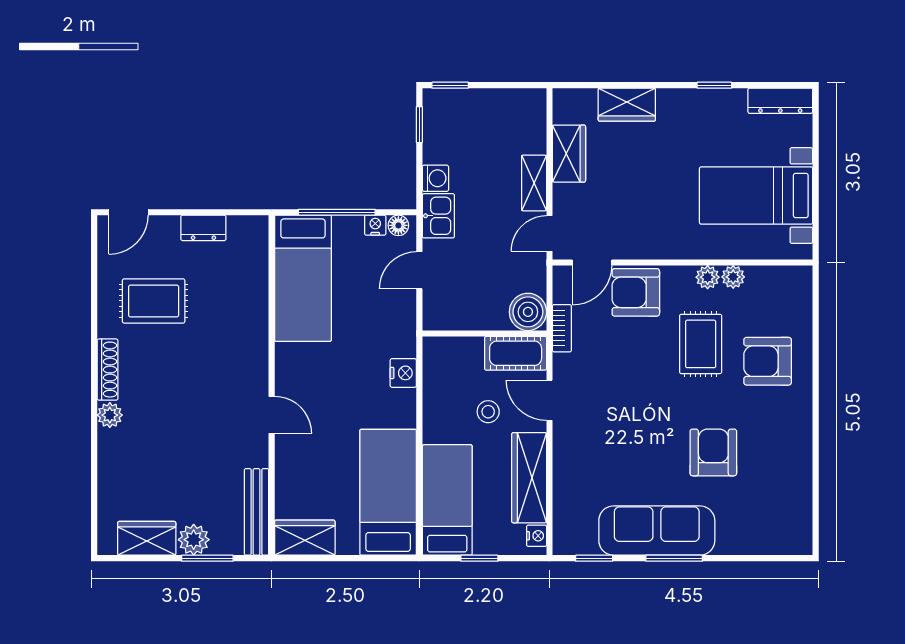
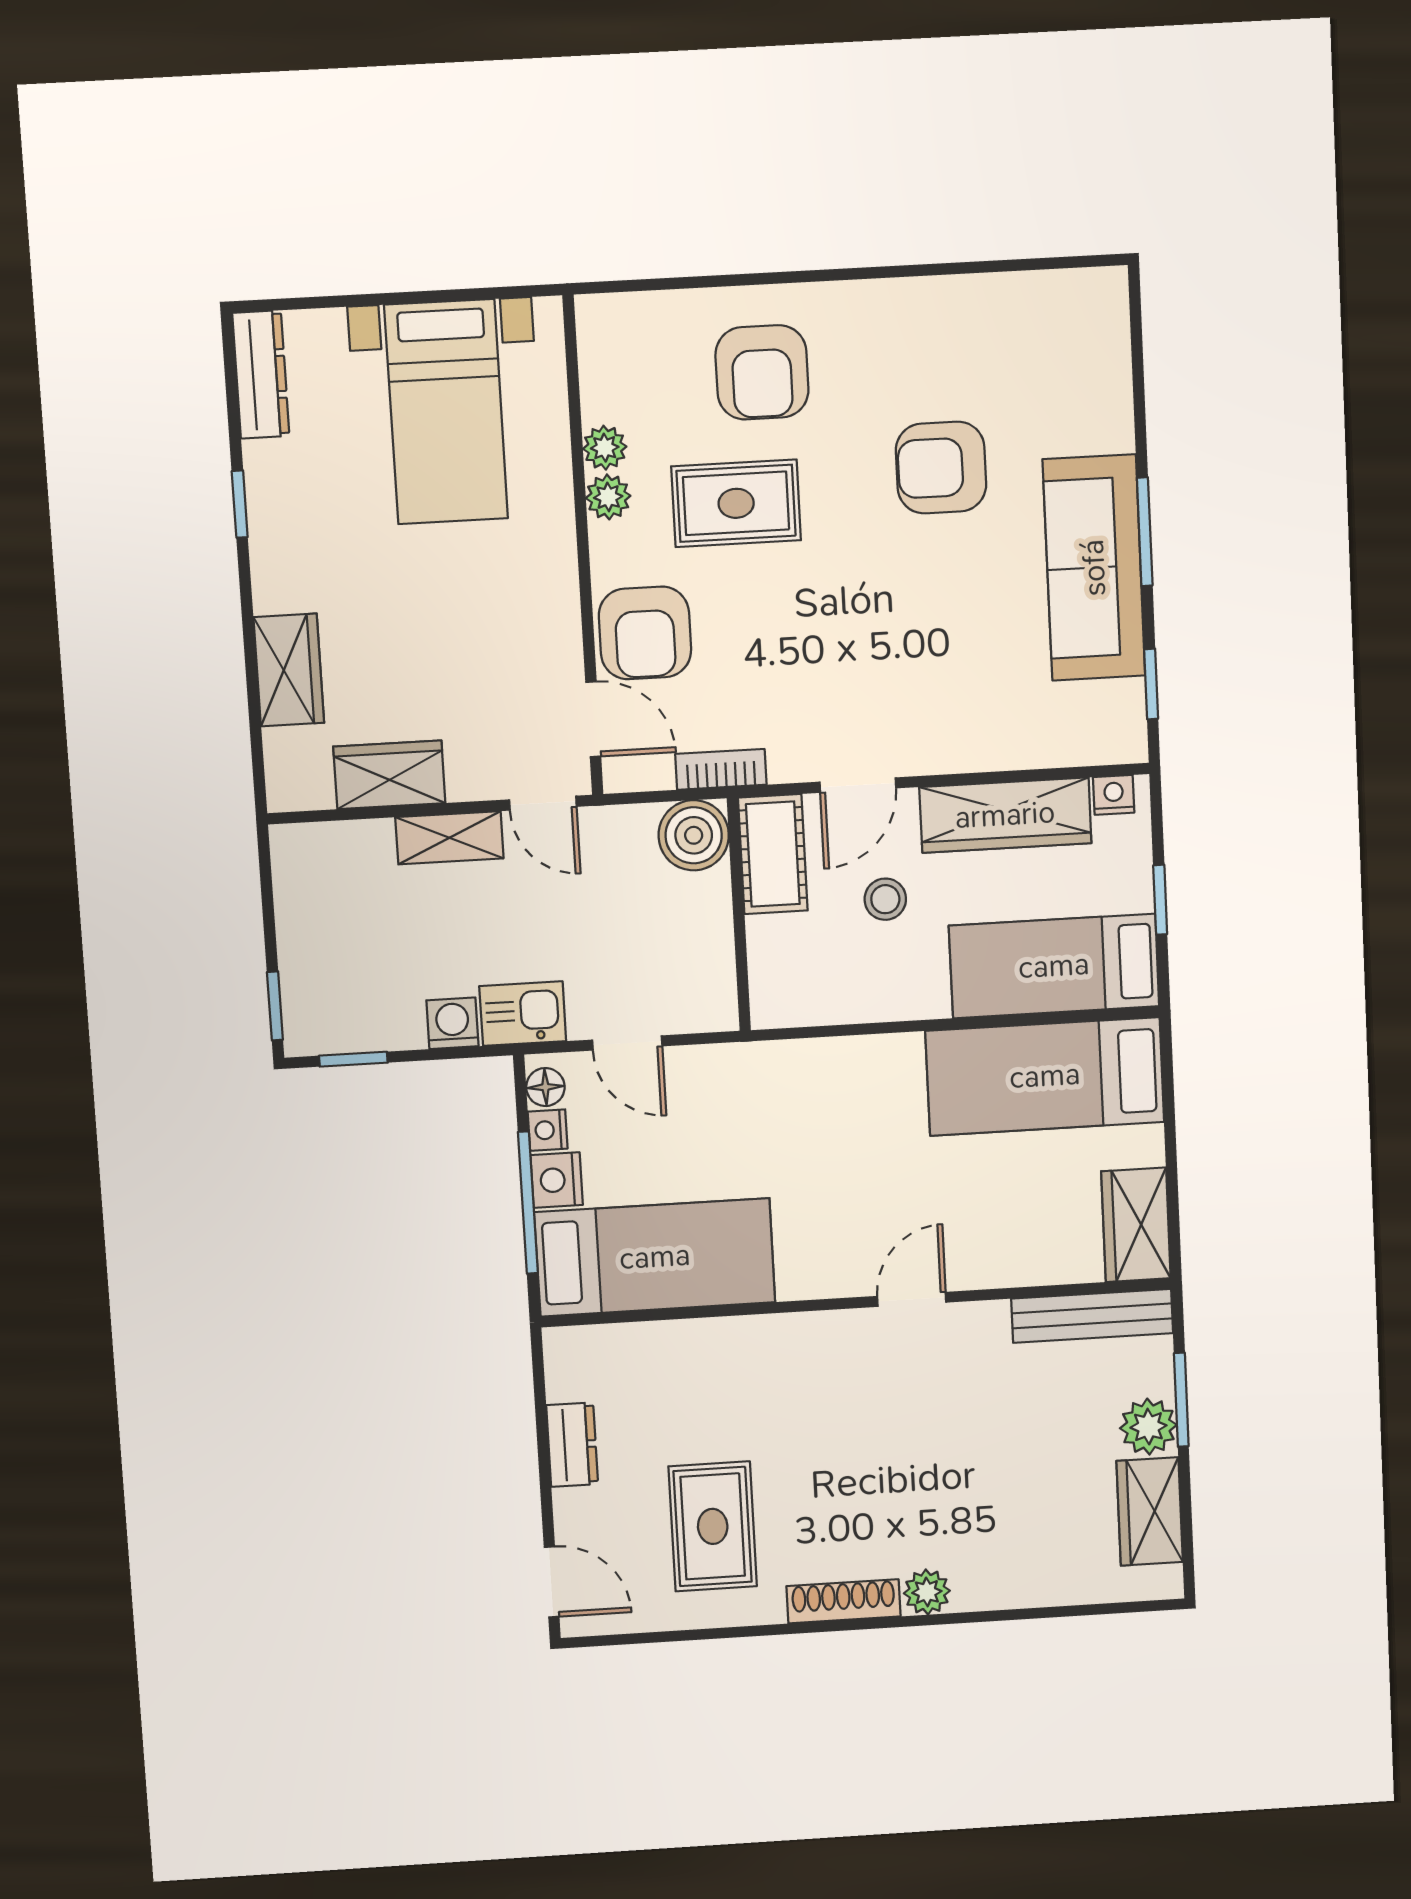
nightstand: (403, 373) -> (557, 1180), moved, turned -90

